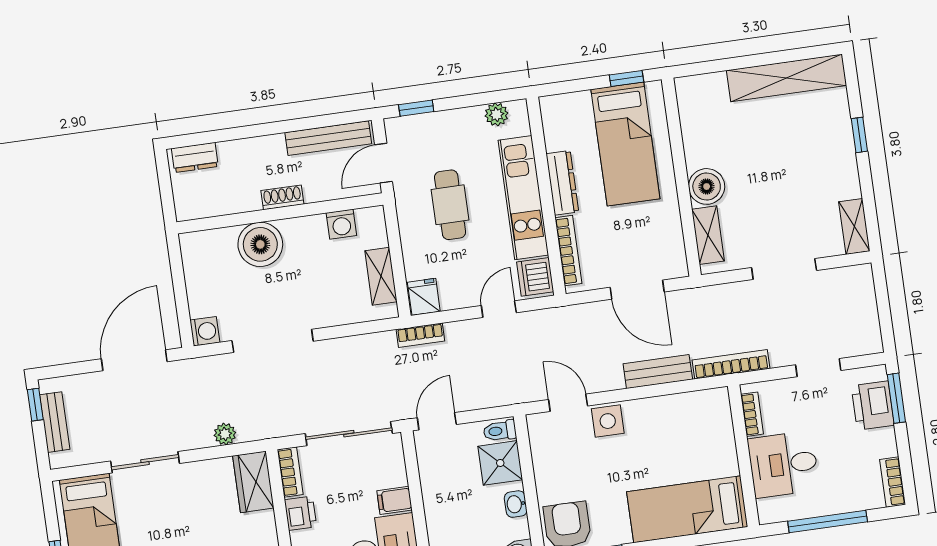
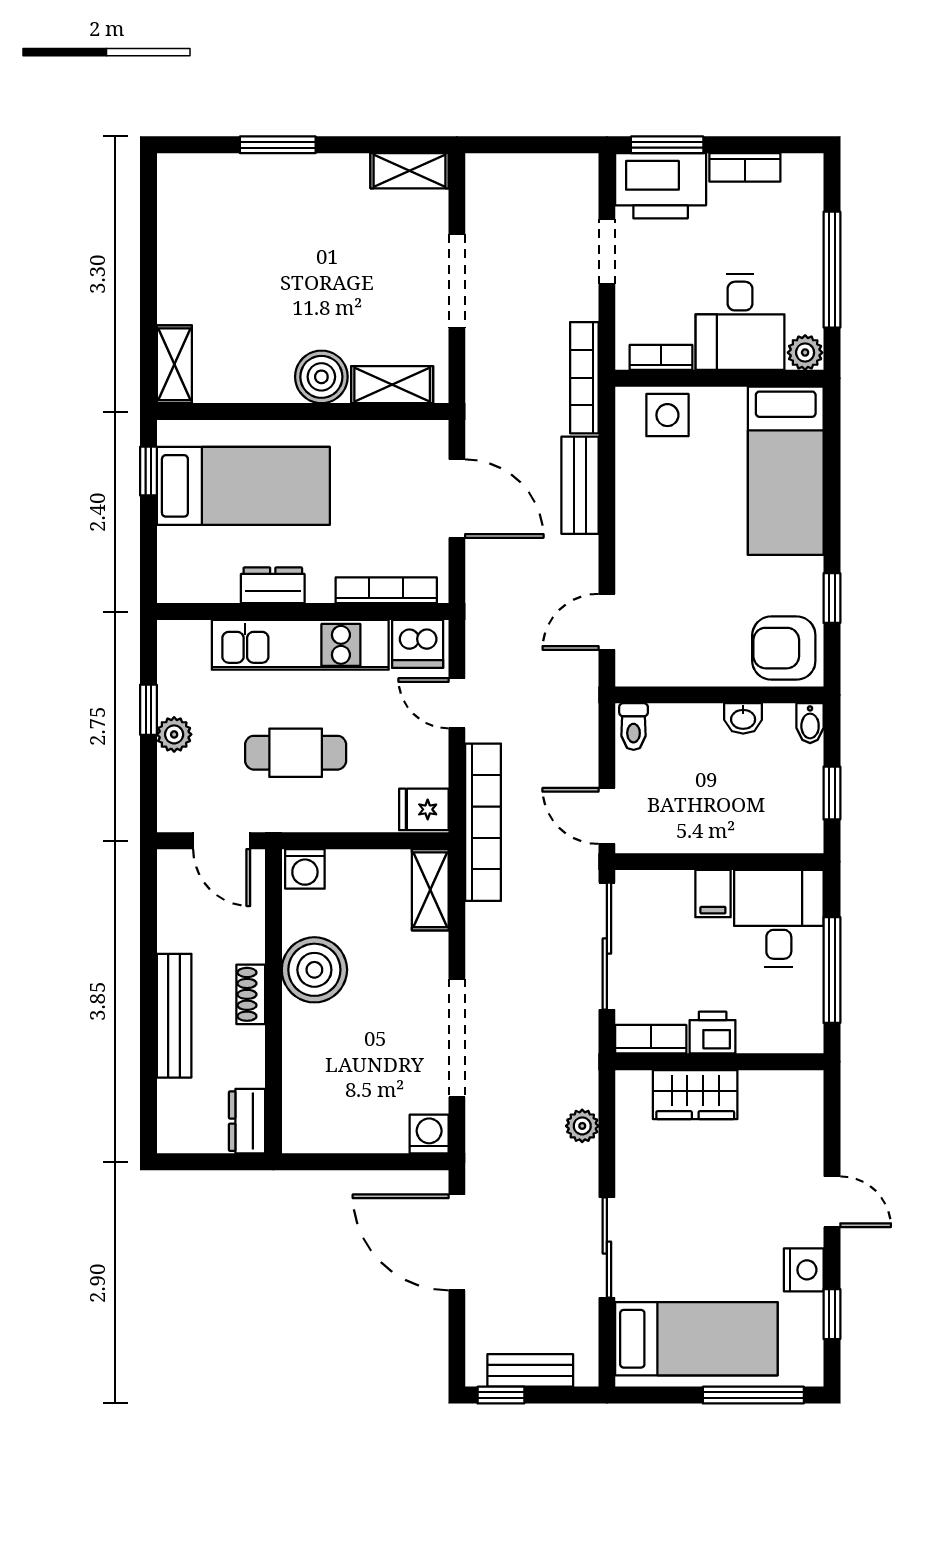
shelving: (786, 78) -> (174, 364), moved, width x0.45, depth x0.75
window: (416, 108) -> (148, 710), moved
plant: (497, 114) -> (174, 734), moved
window: (859, 135) -> (278, 145), width x1.50
bench: (328, 138) -> (174, 1016), moved
dresser: (195, 157) -> (247, 1121), moved, turned 180
dresser: (562, 183) -> (273, 585), width x0.70
washing machine: (341, 224) -> (305, 869), moved, turned 90
boiler: (260, 244) -> (314, 970), moved
shelving: (381, 276) -> (430, 890), moved, turned 90
door: (637, 290) -> (457, 499), hinge flipped
bookcase: (420, 335) -> (483, 822), width x2.31, depth x1.31
printer: (873, 406) -> (661, 186), width x1.37, depth x1.19
side table: (608, 421) -> (667, 415), moved
shower: (500, 463) -> (680, 732), removed
wardrobe: (253, 482) -> (695, 1095), moved
bookcase: (893, 482) -> (745, 167), moved
plant: (769, 511) -> (805, 353), added

